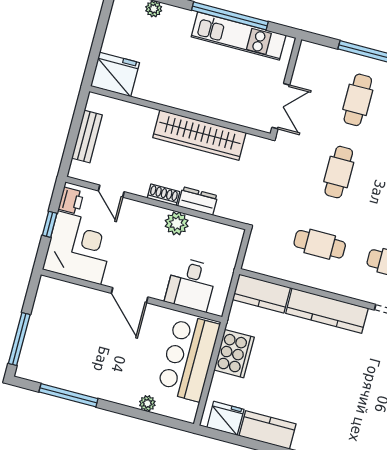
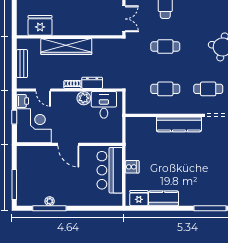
fridge: (115, 74) -> (40, 25), moved
wardrobe: (199, 135) -> (66, 47), moved
cafe table: (339, 172) -> (165, 47), turned 90
desk: (191, 284) -> (104, 105), moved, turned 180
kitchen counter: (261, 294) -> (140, 124), removed
cooker: (234, 354) -> (132, 167), width x0.53, depth x0.76
plant: (147, 403) -> (50, 201), moved

